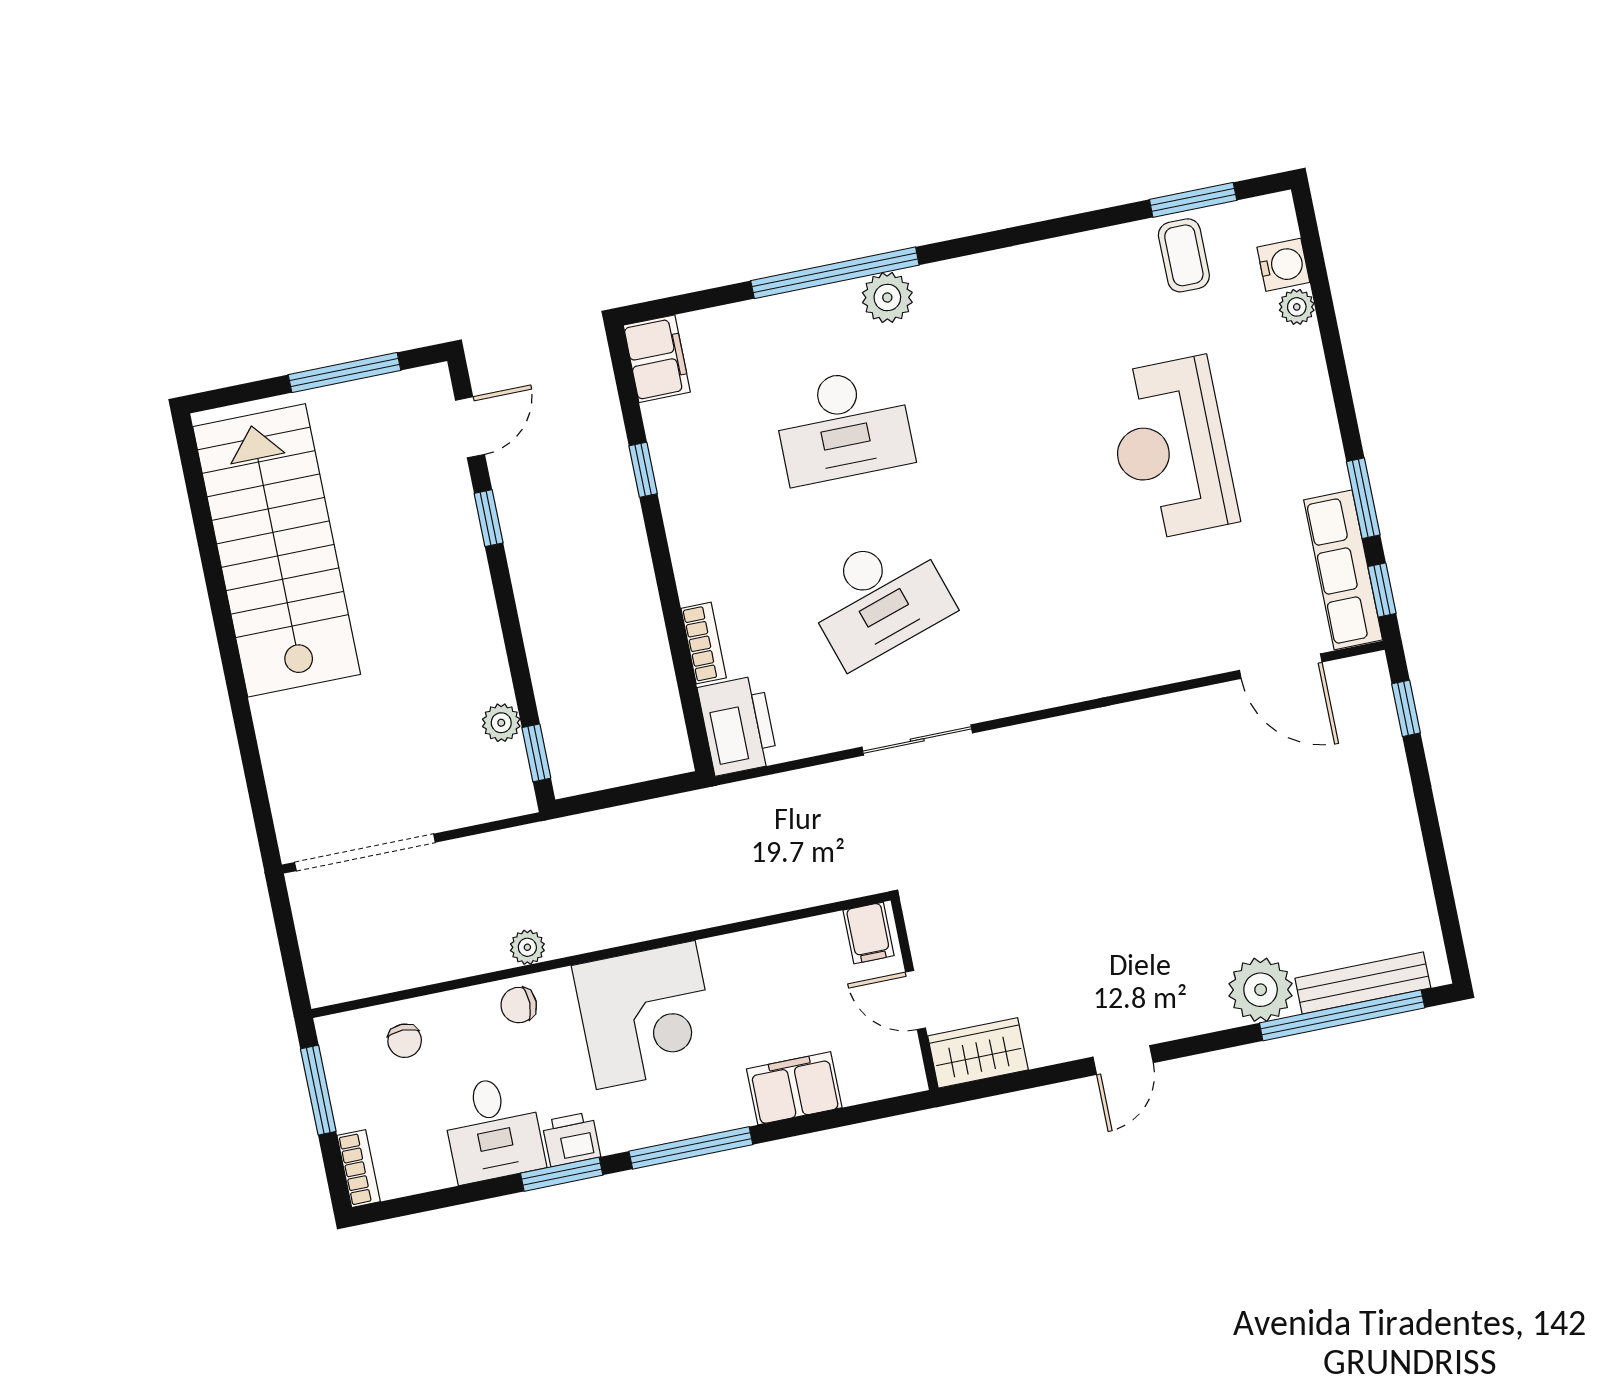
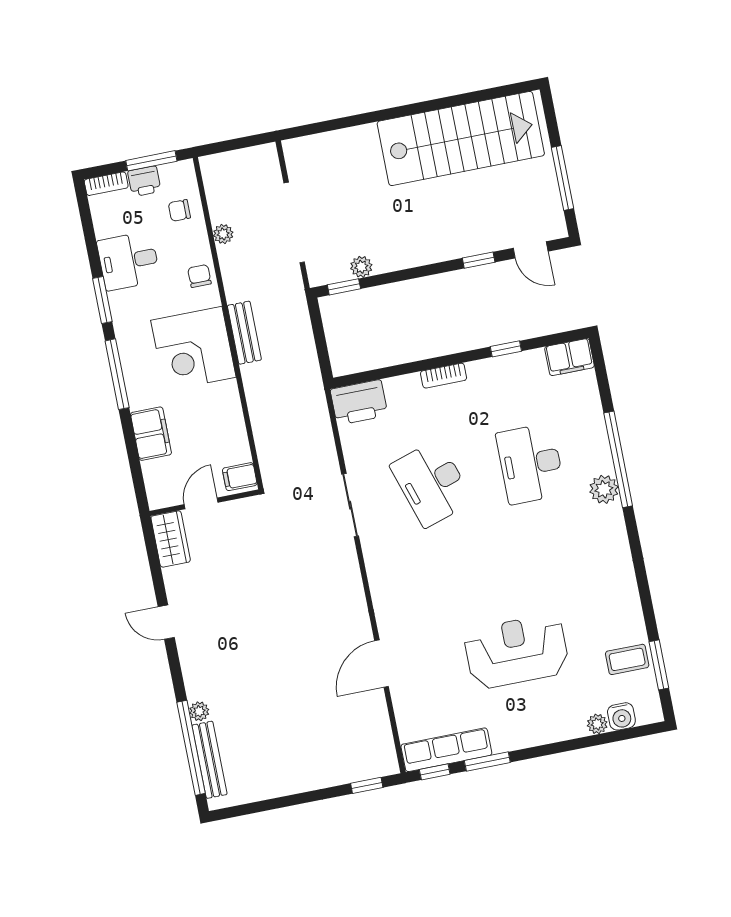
bookcase: (704, 643) -> (444, 376), moved
door: (1281, 666) -> (382, 664), moved
doorway: (365, 852) -> (294, 223), moved
bench: (617, 926) -> (244, 333), added
plant: (527, 947) -> (223, 234), moved
plant: (1261, 990) -> (199, 711), width x0.53, depth x0.53
printer: (571, 1139) -> (144, 181), moved, turned 90

